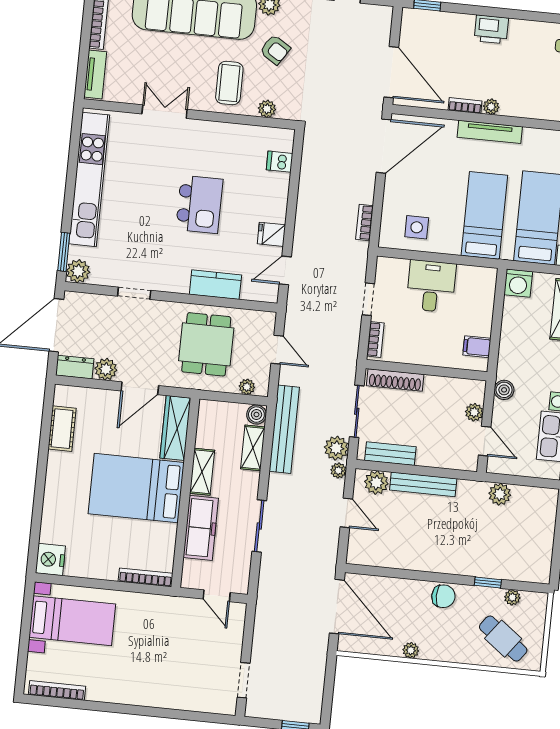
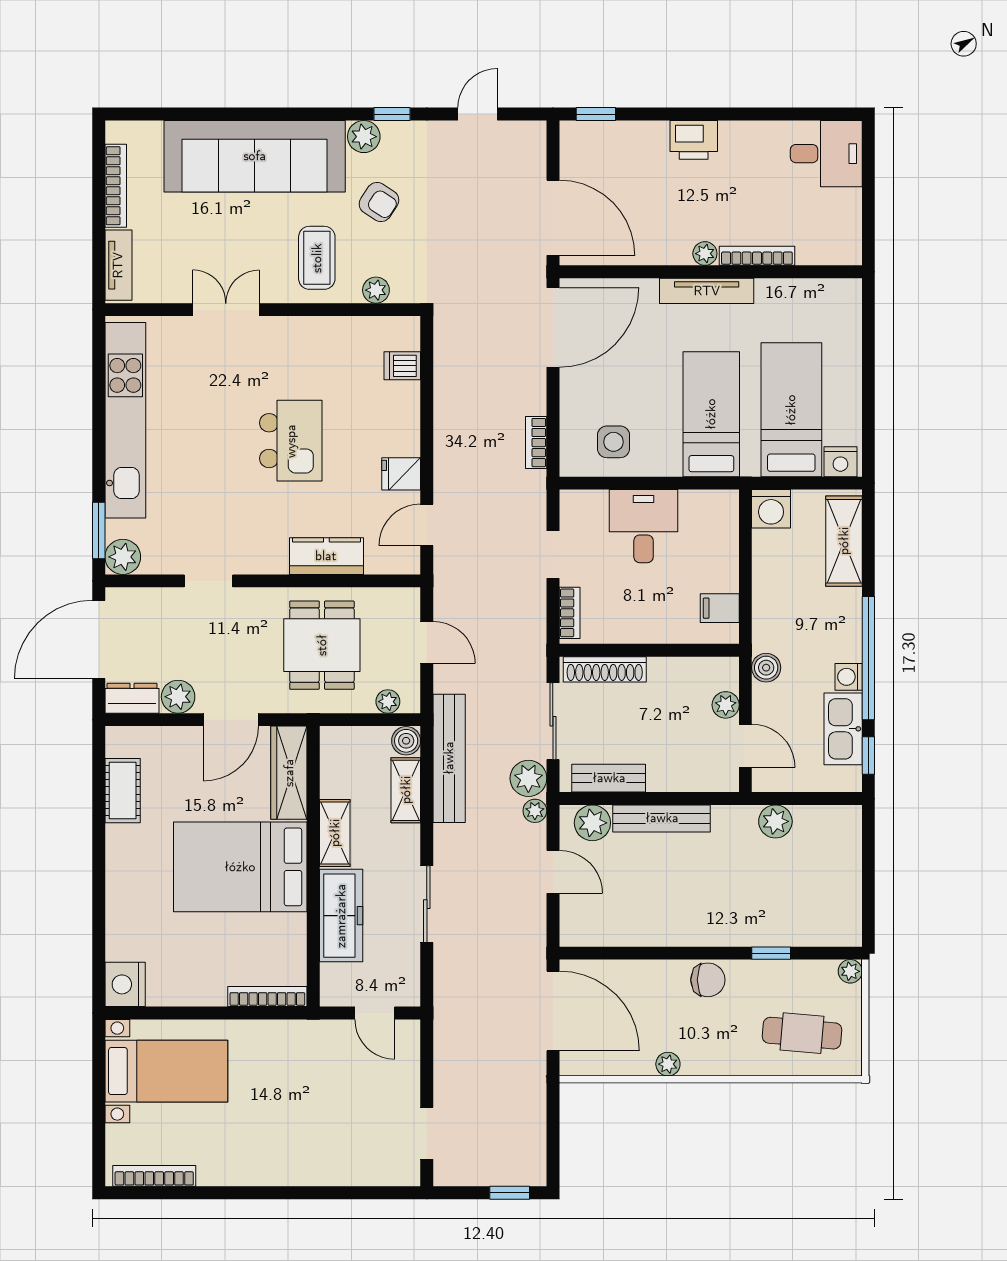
bookcase: (465, 106) -> (757, 256), moved, width x1.56
plant: (512, 597) -> (850, 971), moved
cafe table: (503, 639) -> (802, 1033), turned -32

